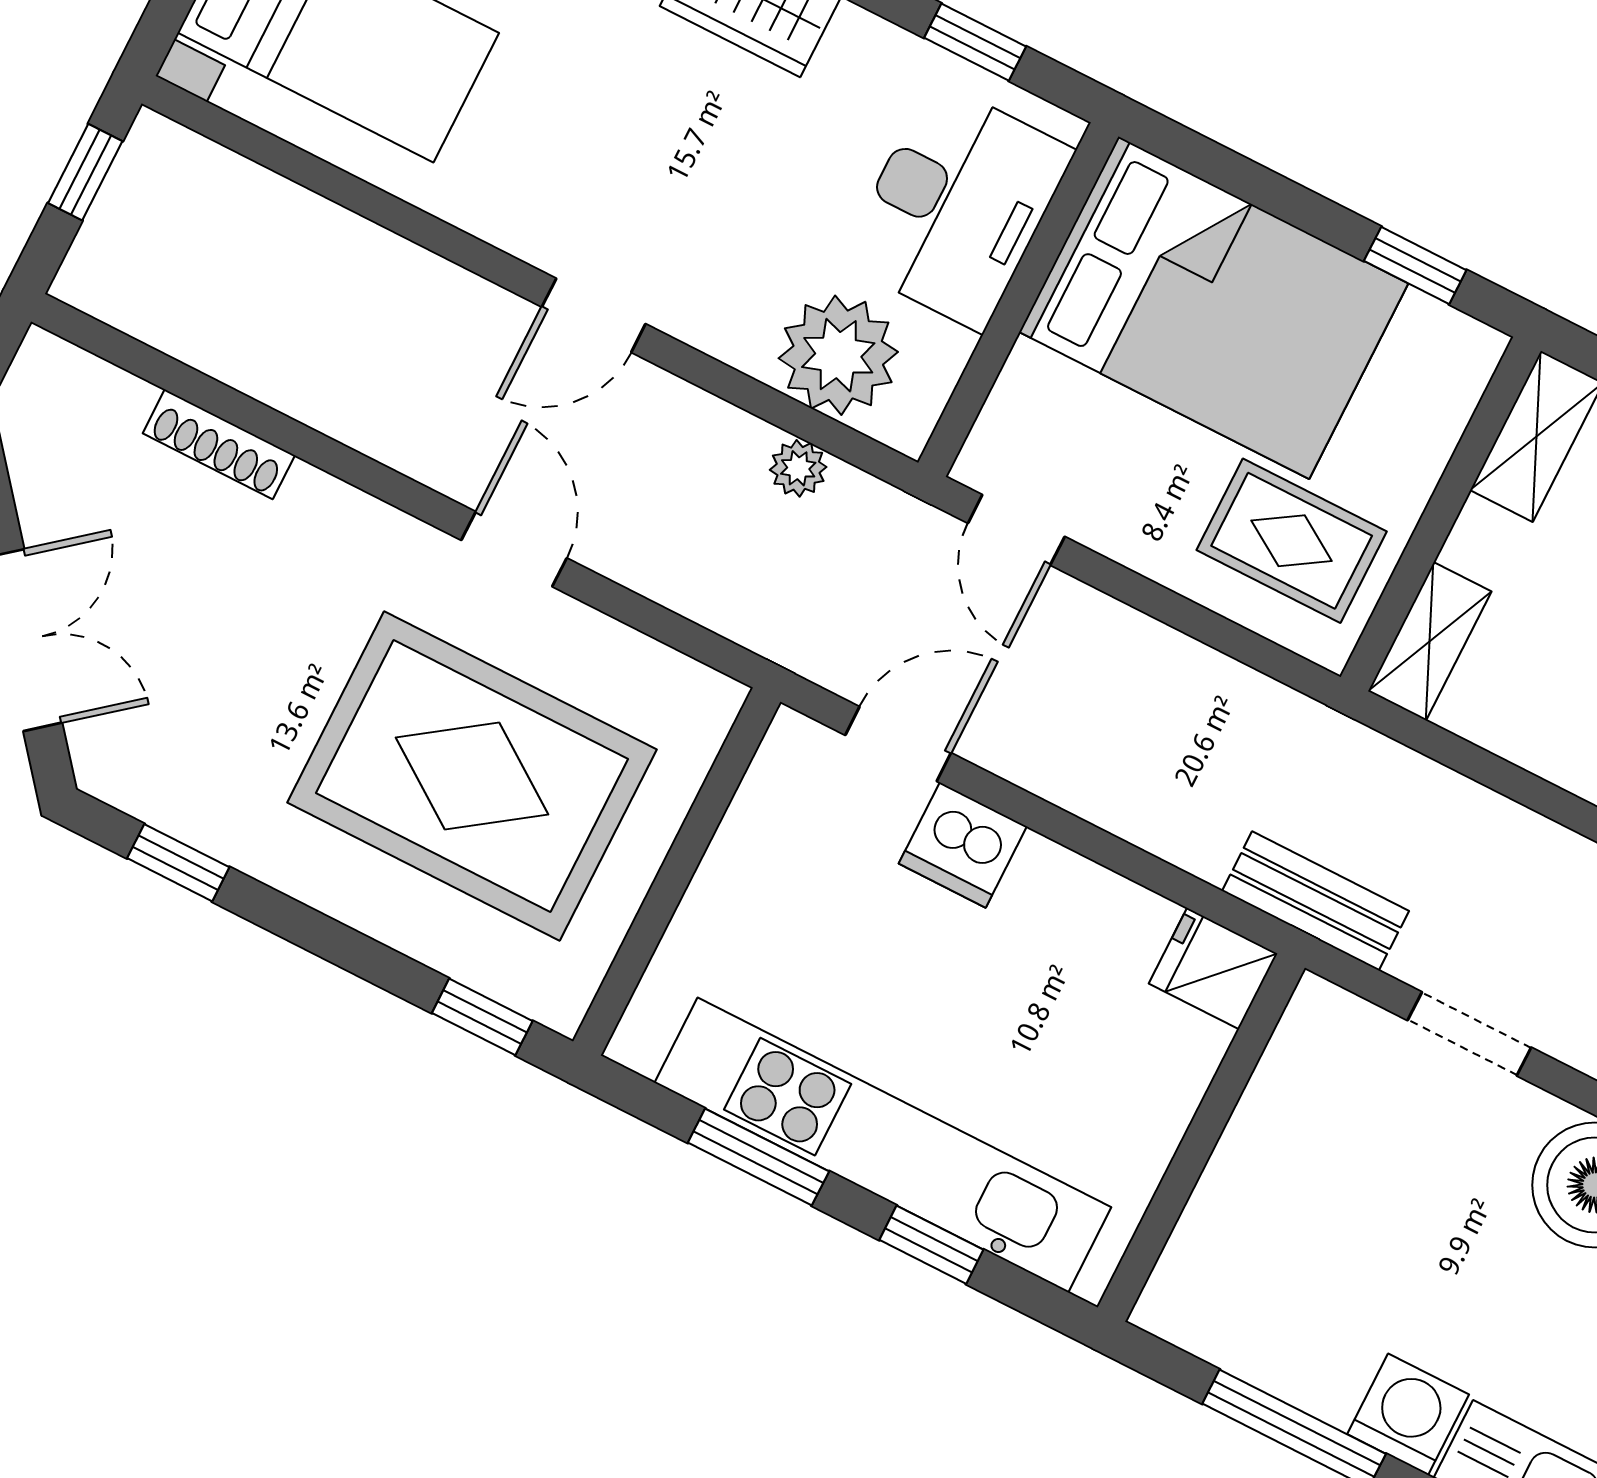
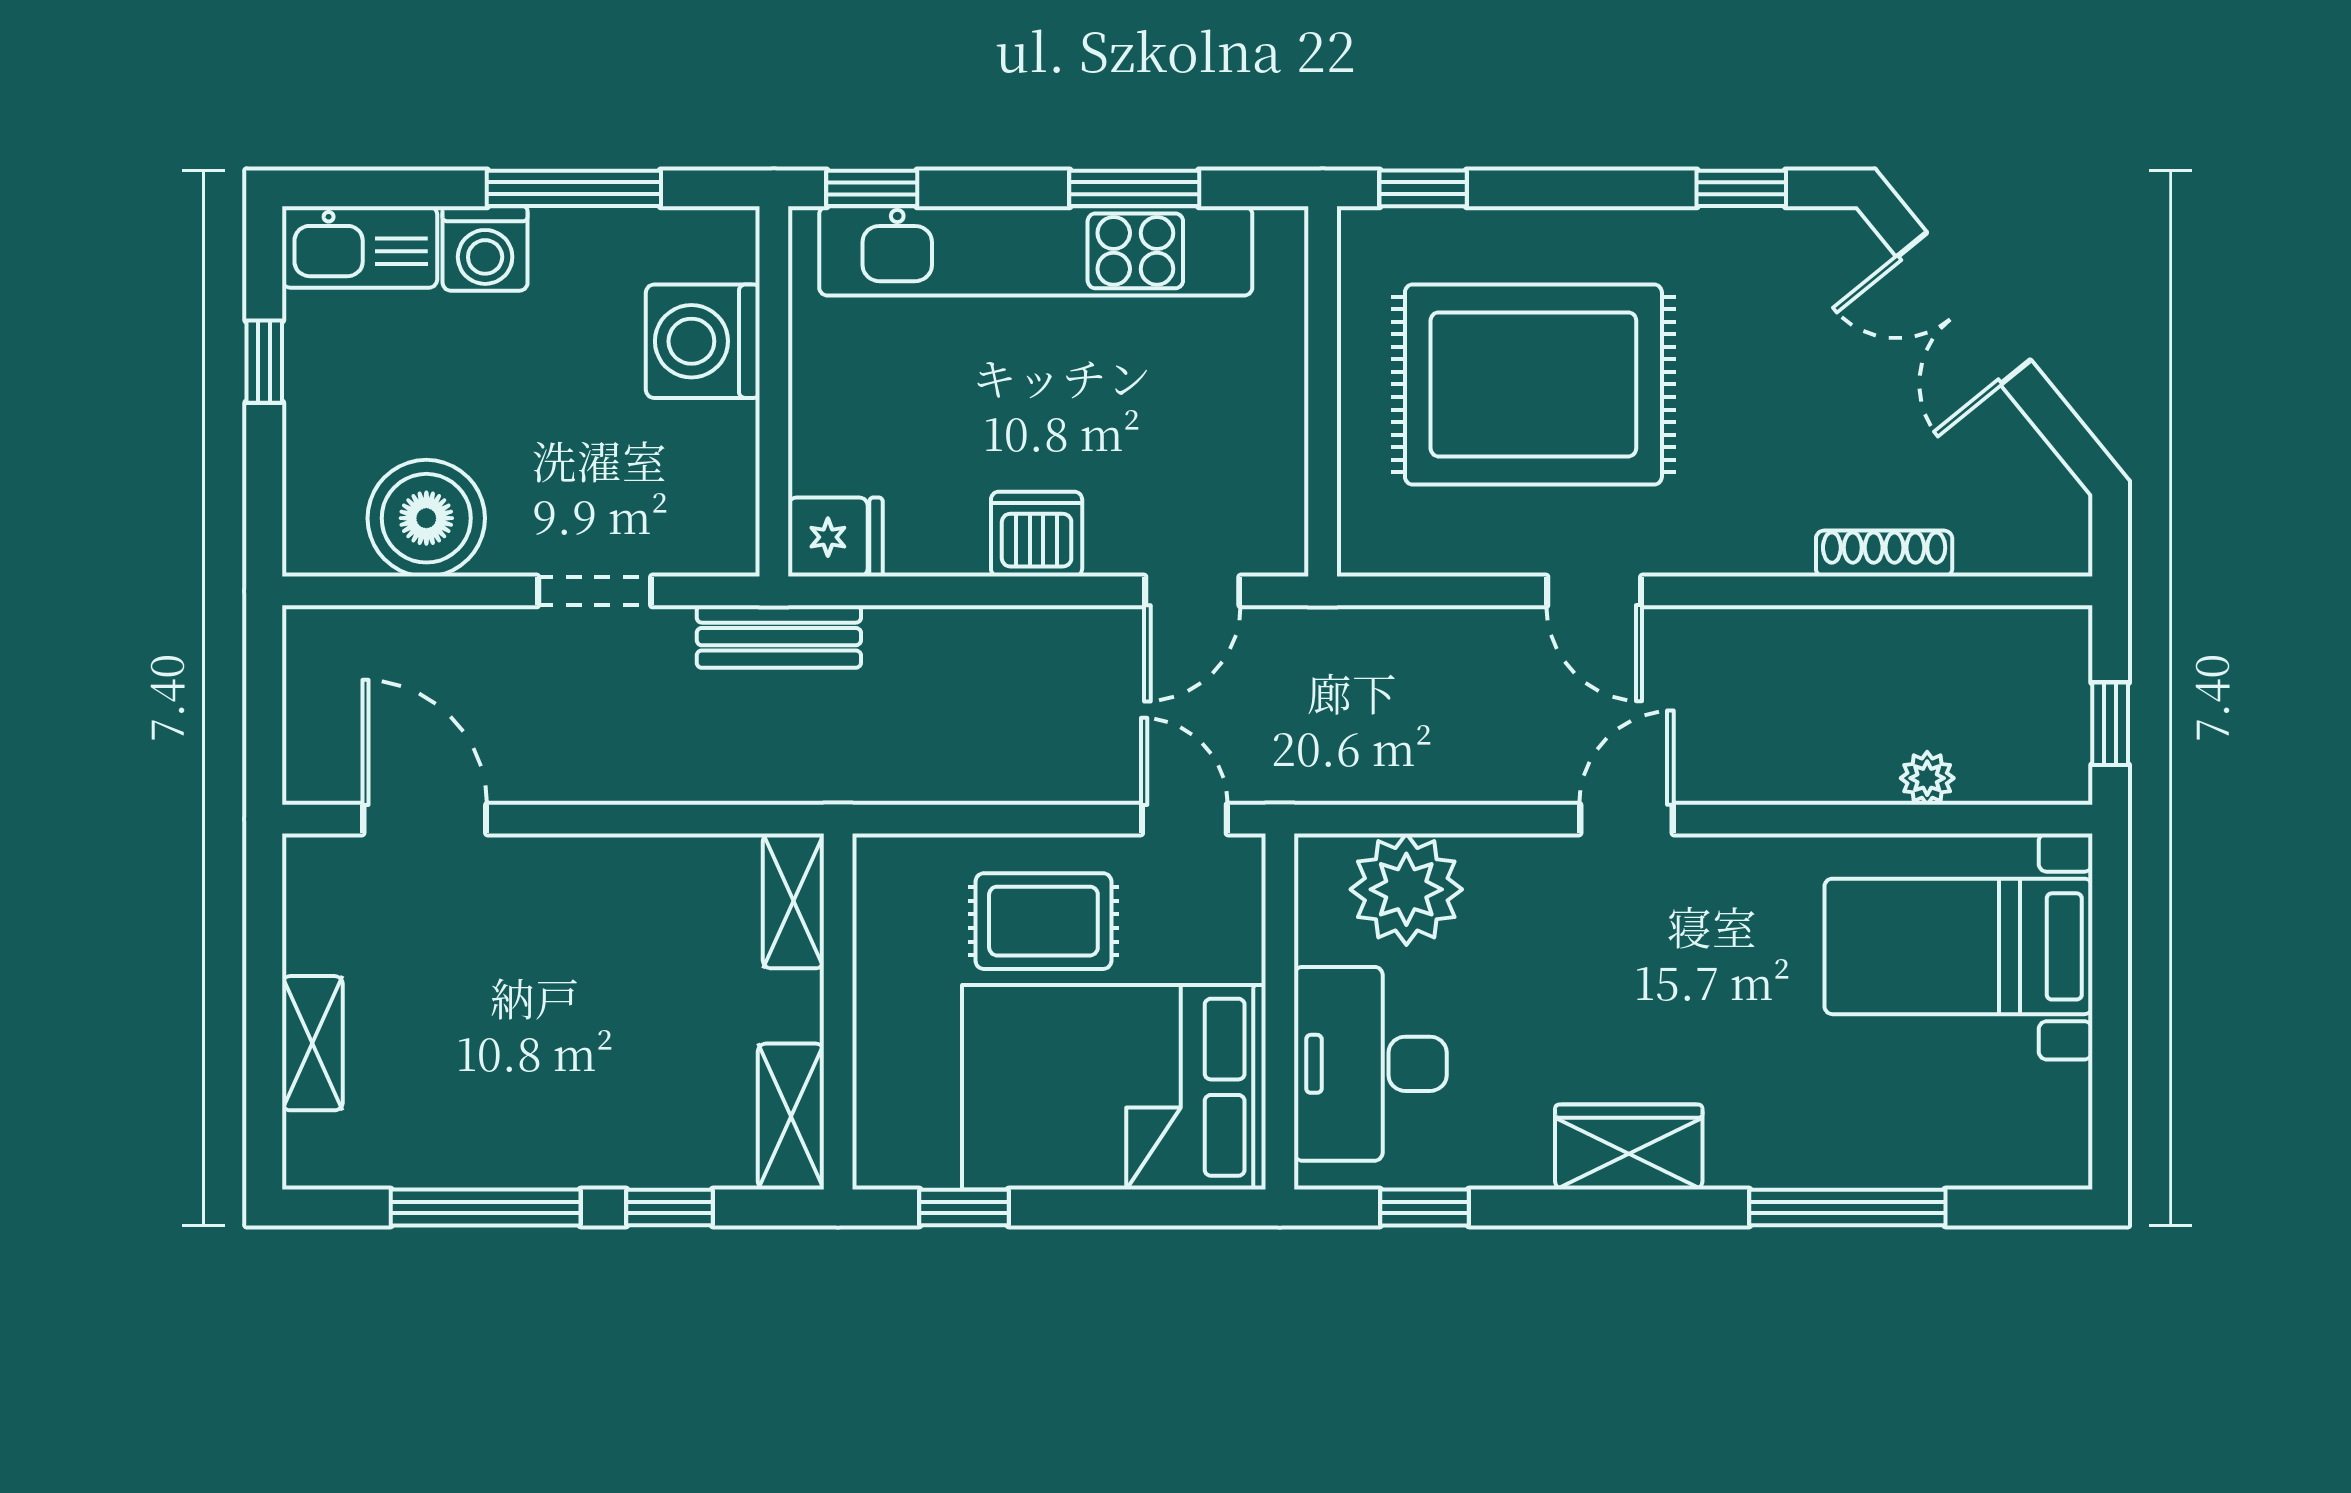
plant: (798, 468) -> (1927, 778), moved
rug: (1292, 541) -> (1043, 921), moved
dishwasher: (963, 845) -> (1037, 534), moved
washing machine: (1245, 1220) -> (703, 341), added
window: (931, 1245) -> (872, 188), moved

